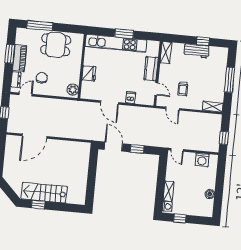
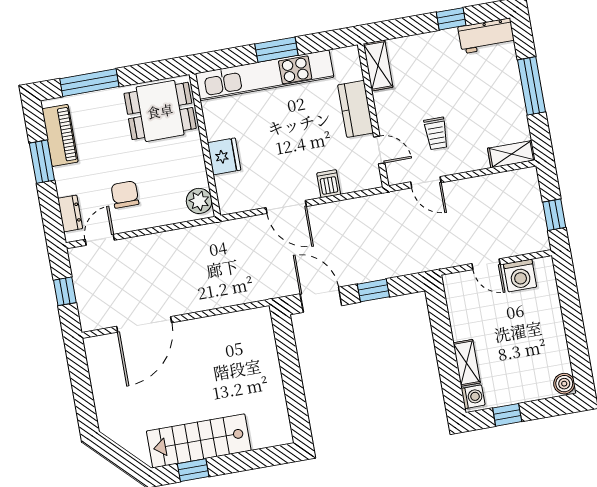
dining table: (56, 45) -> (160, 111), moved
workbench: (197, 51) -> (486, 36), moved
piano: (19, 58) -> (60, 135), moved
door: (177, 150) -> (486, 264), moved
boiler: (210, 194) -> (564, 384), moved

